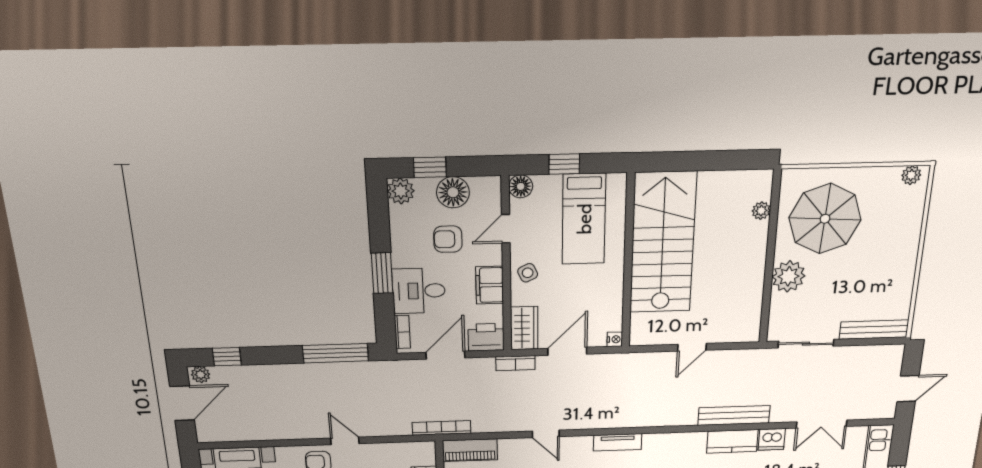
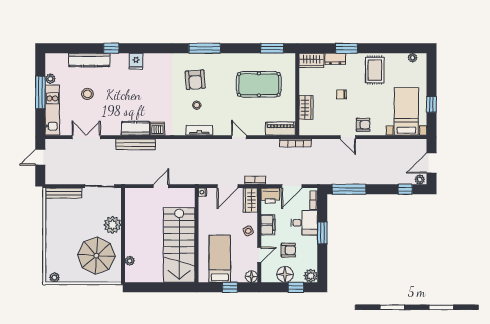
dishwasher: (772, 439) -> (157, 129), moved

